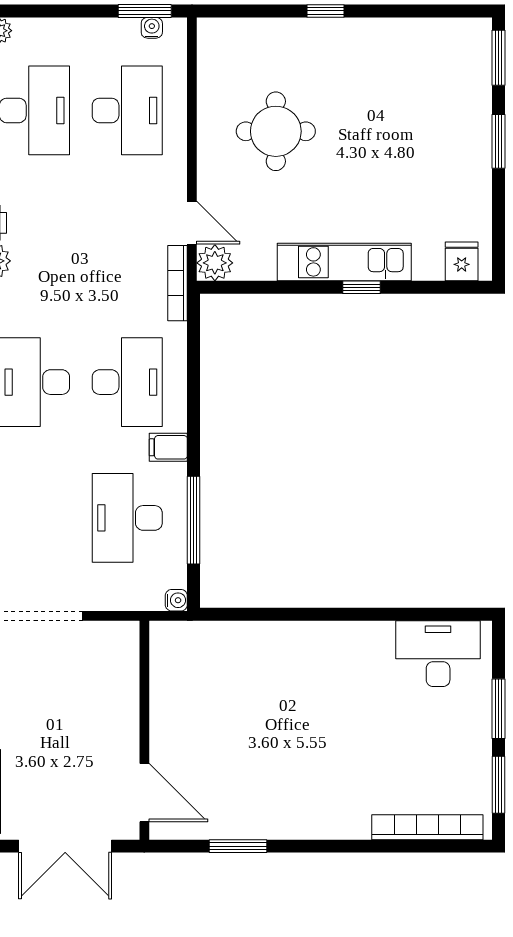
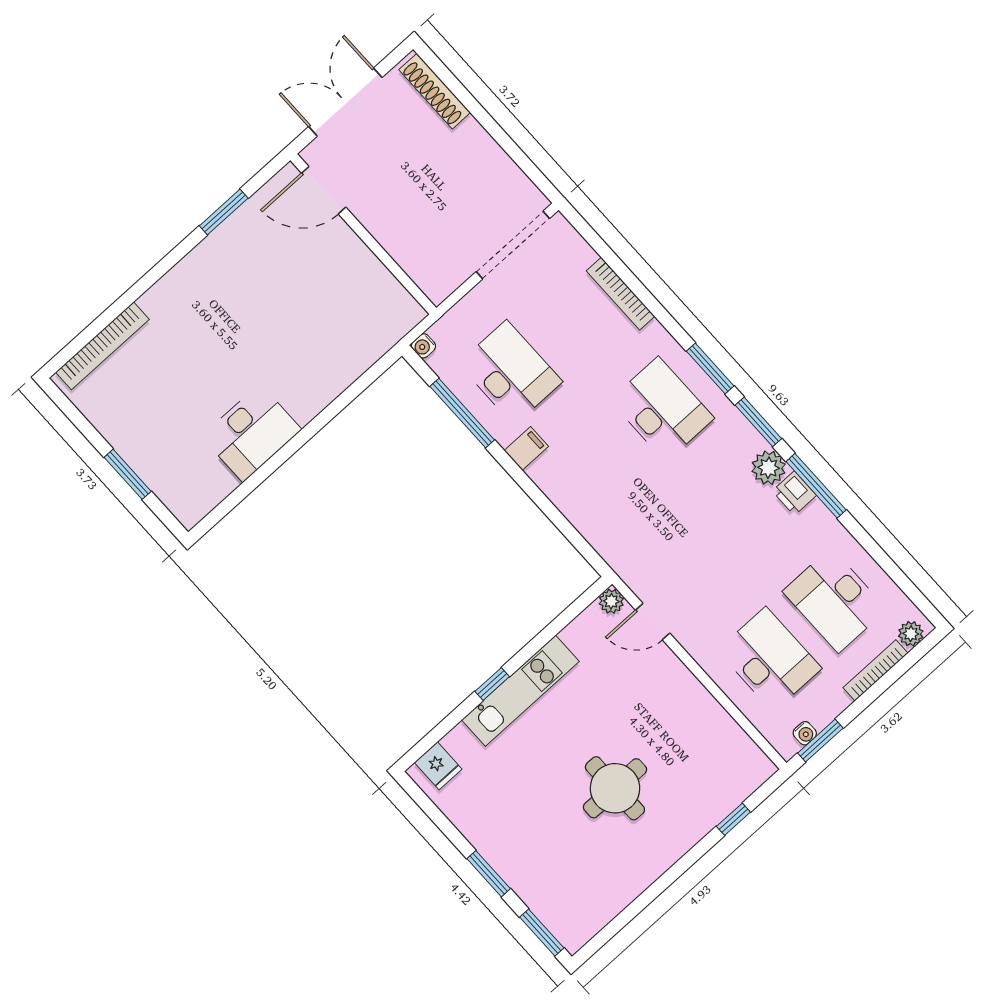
window: (326, 11) -> (733, 819), moved
desk: (127, 110) -> (769, 659), turned 180
round table: (276, 131) -> (615, 788), moved
plant: (215, 263) -> (611, 601), width x0.73, depth x0.73
bookcase: (178, 283) -> (875, 670), moved, turned -90
desk: (127, 382) -> (597, 468), removed
desk: (438, 654) -> (251, 433), moved
window: (498, 785) -> (79, 421), removed

